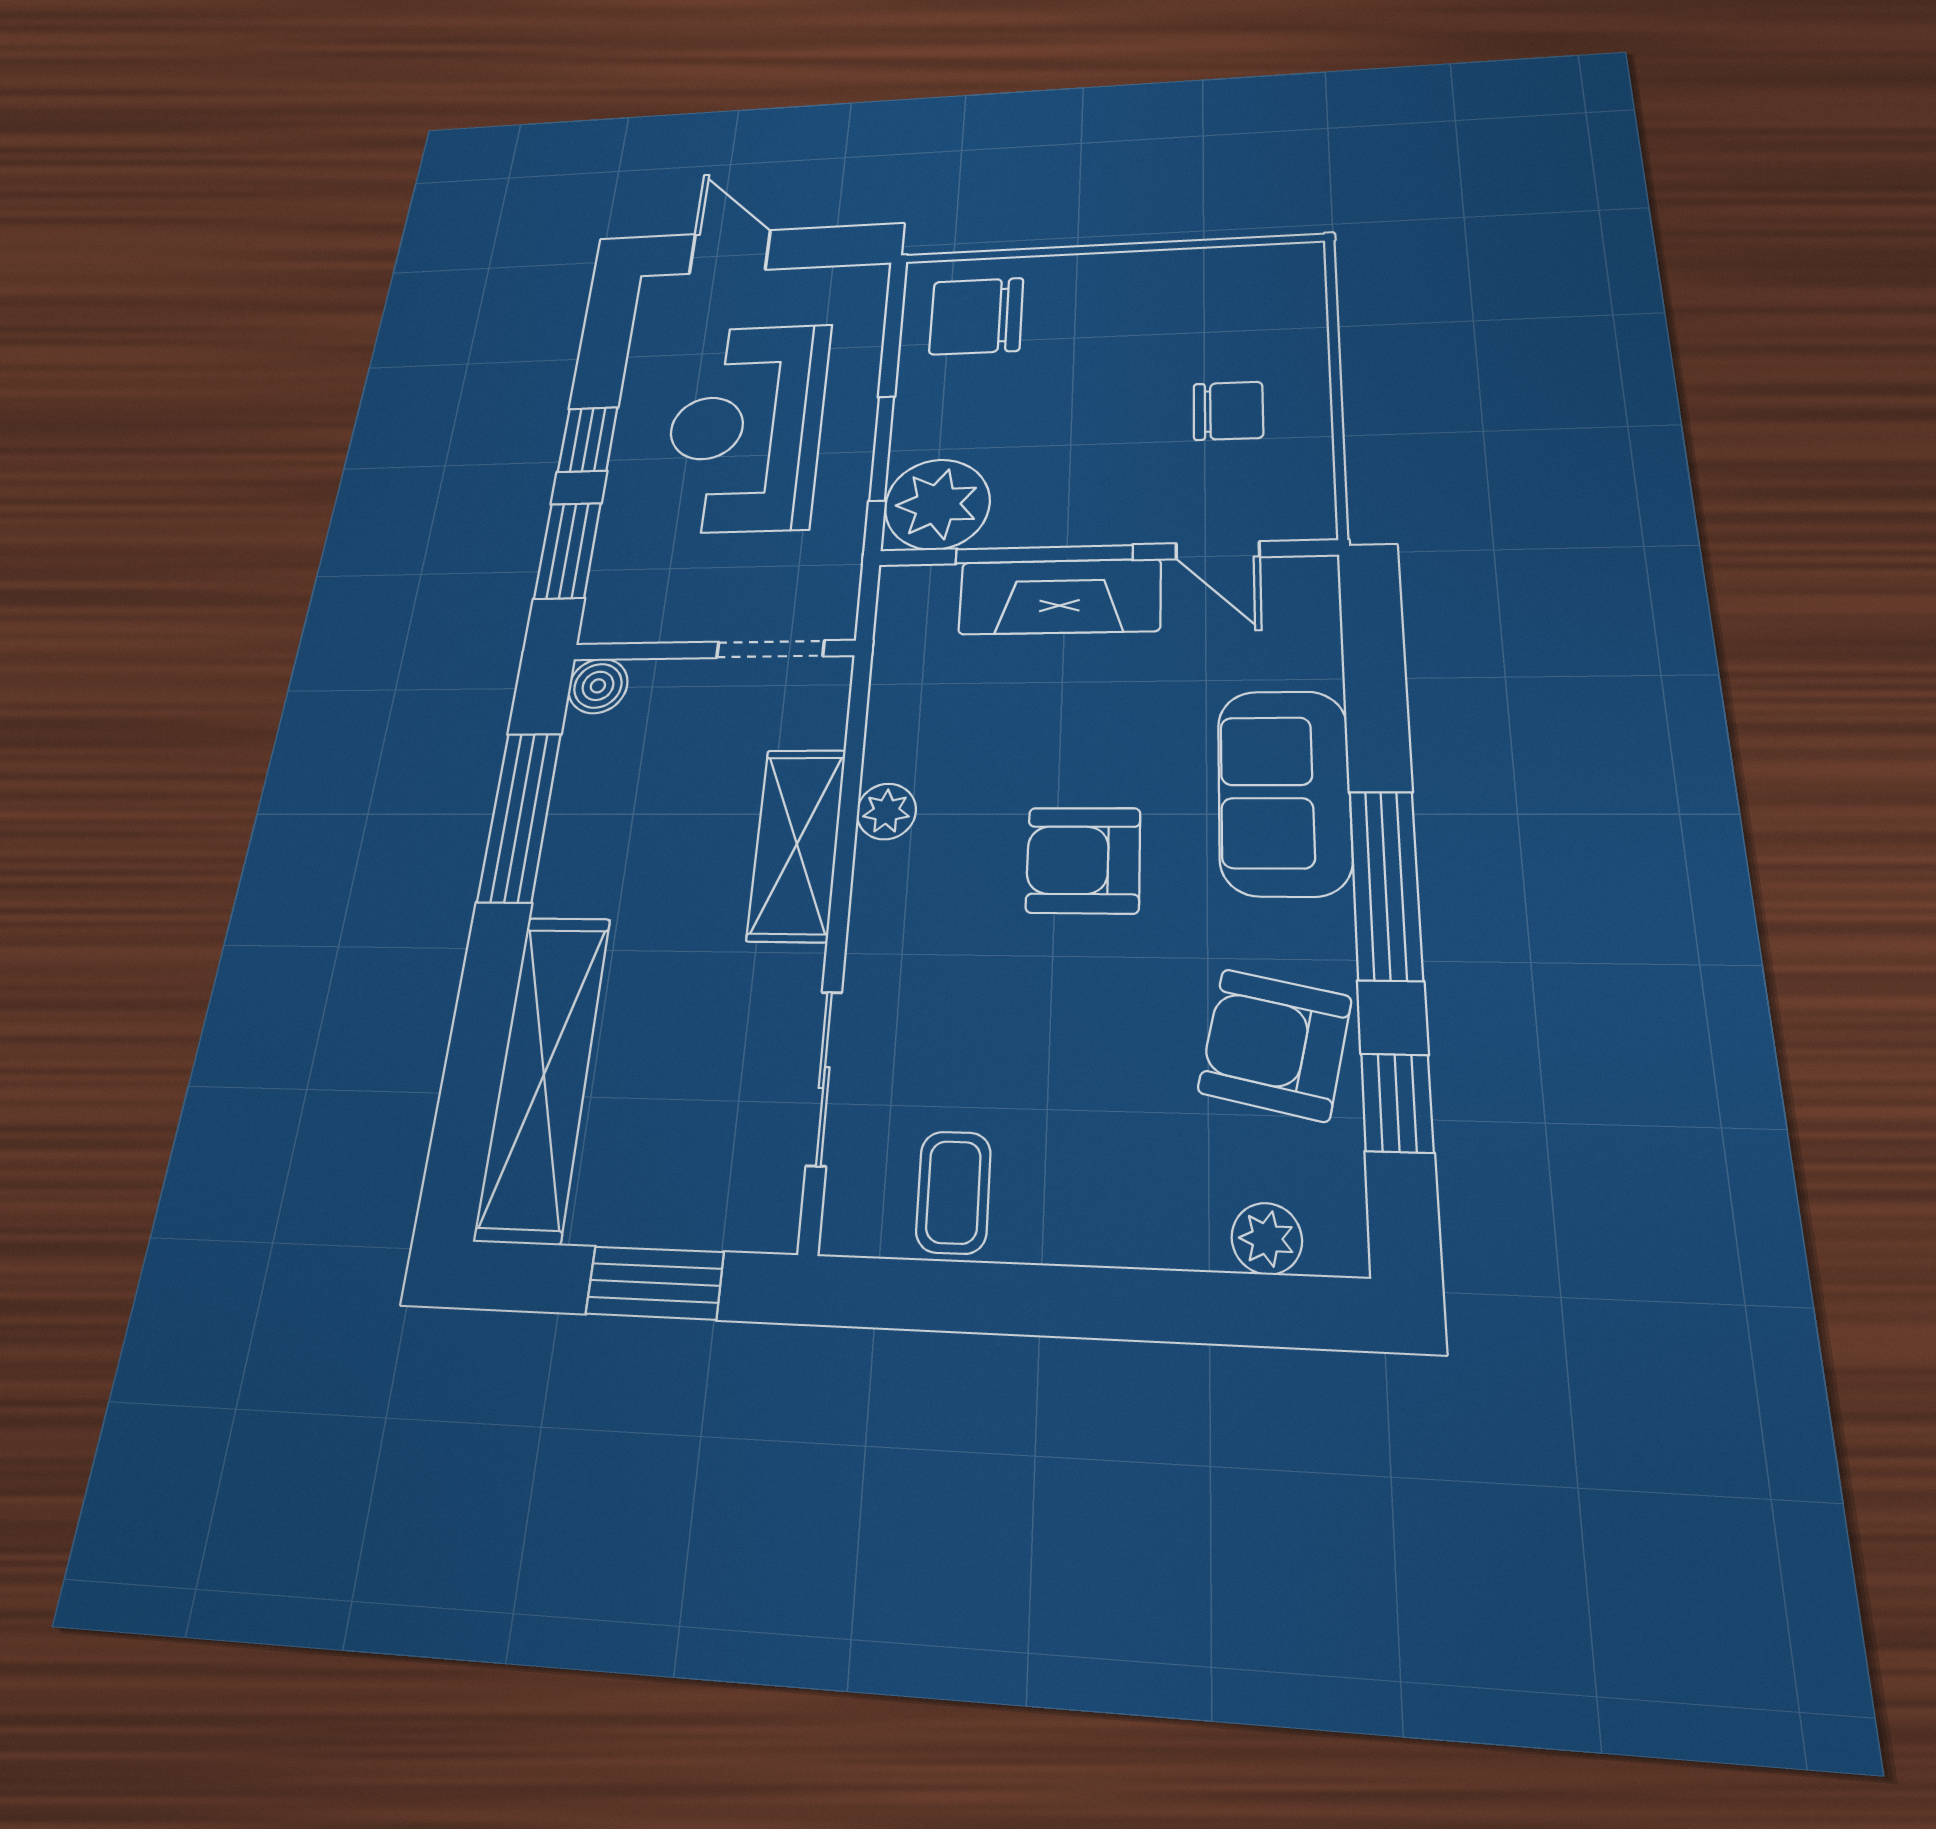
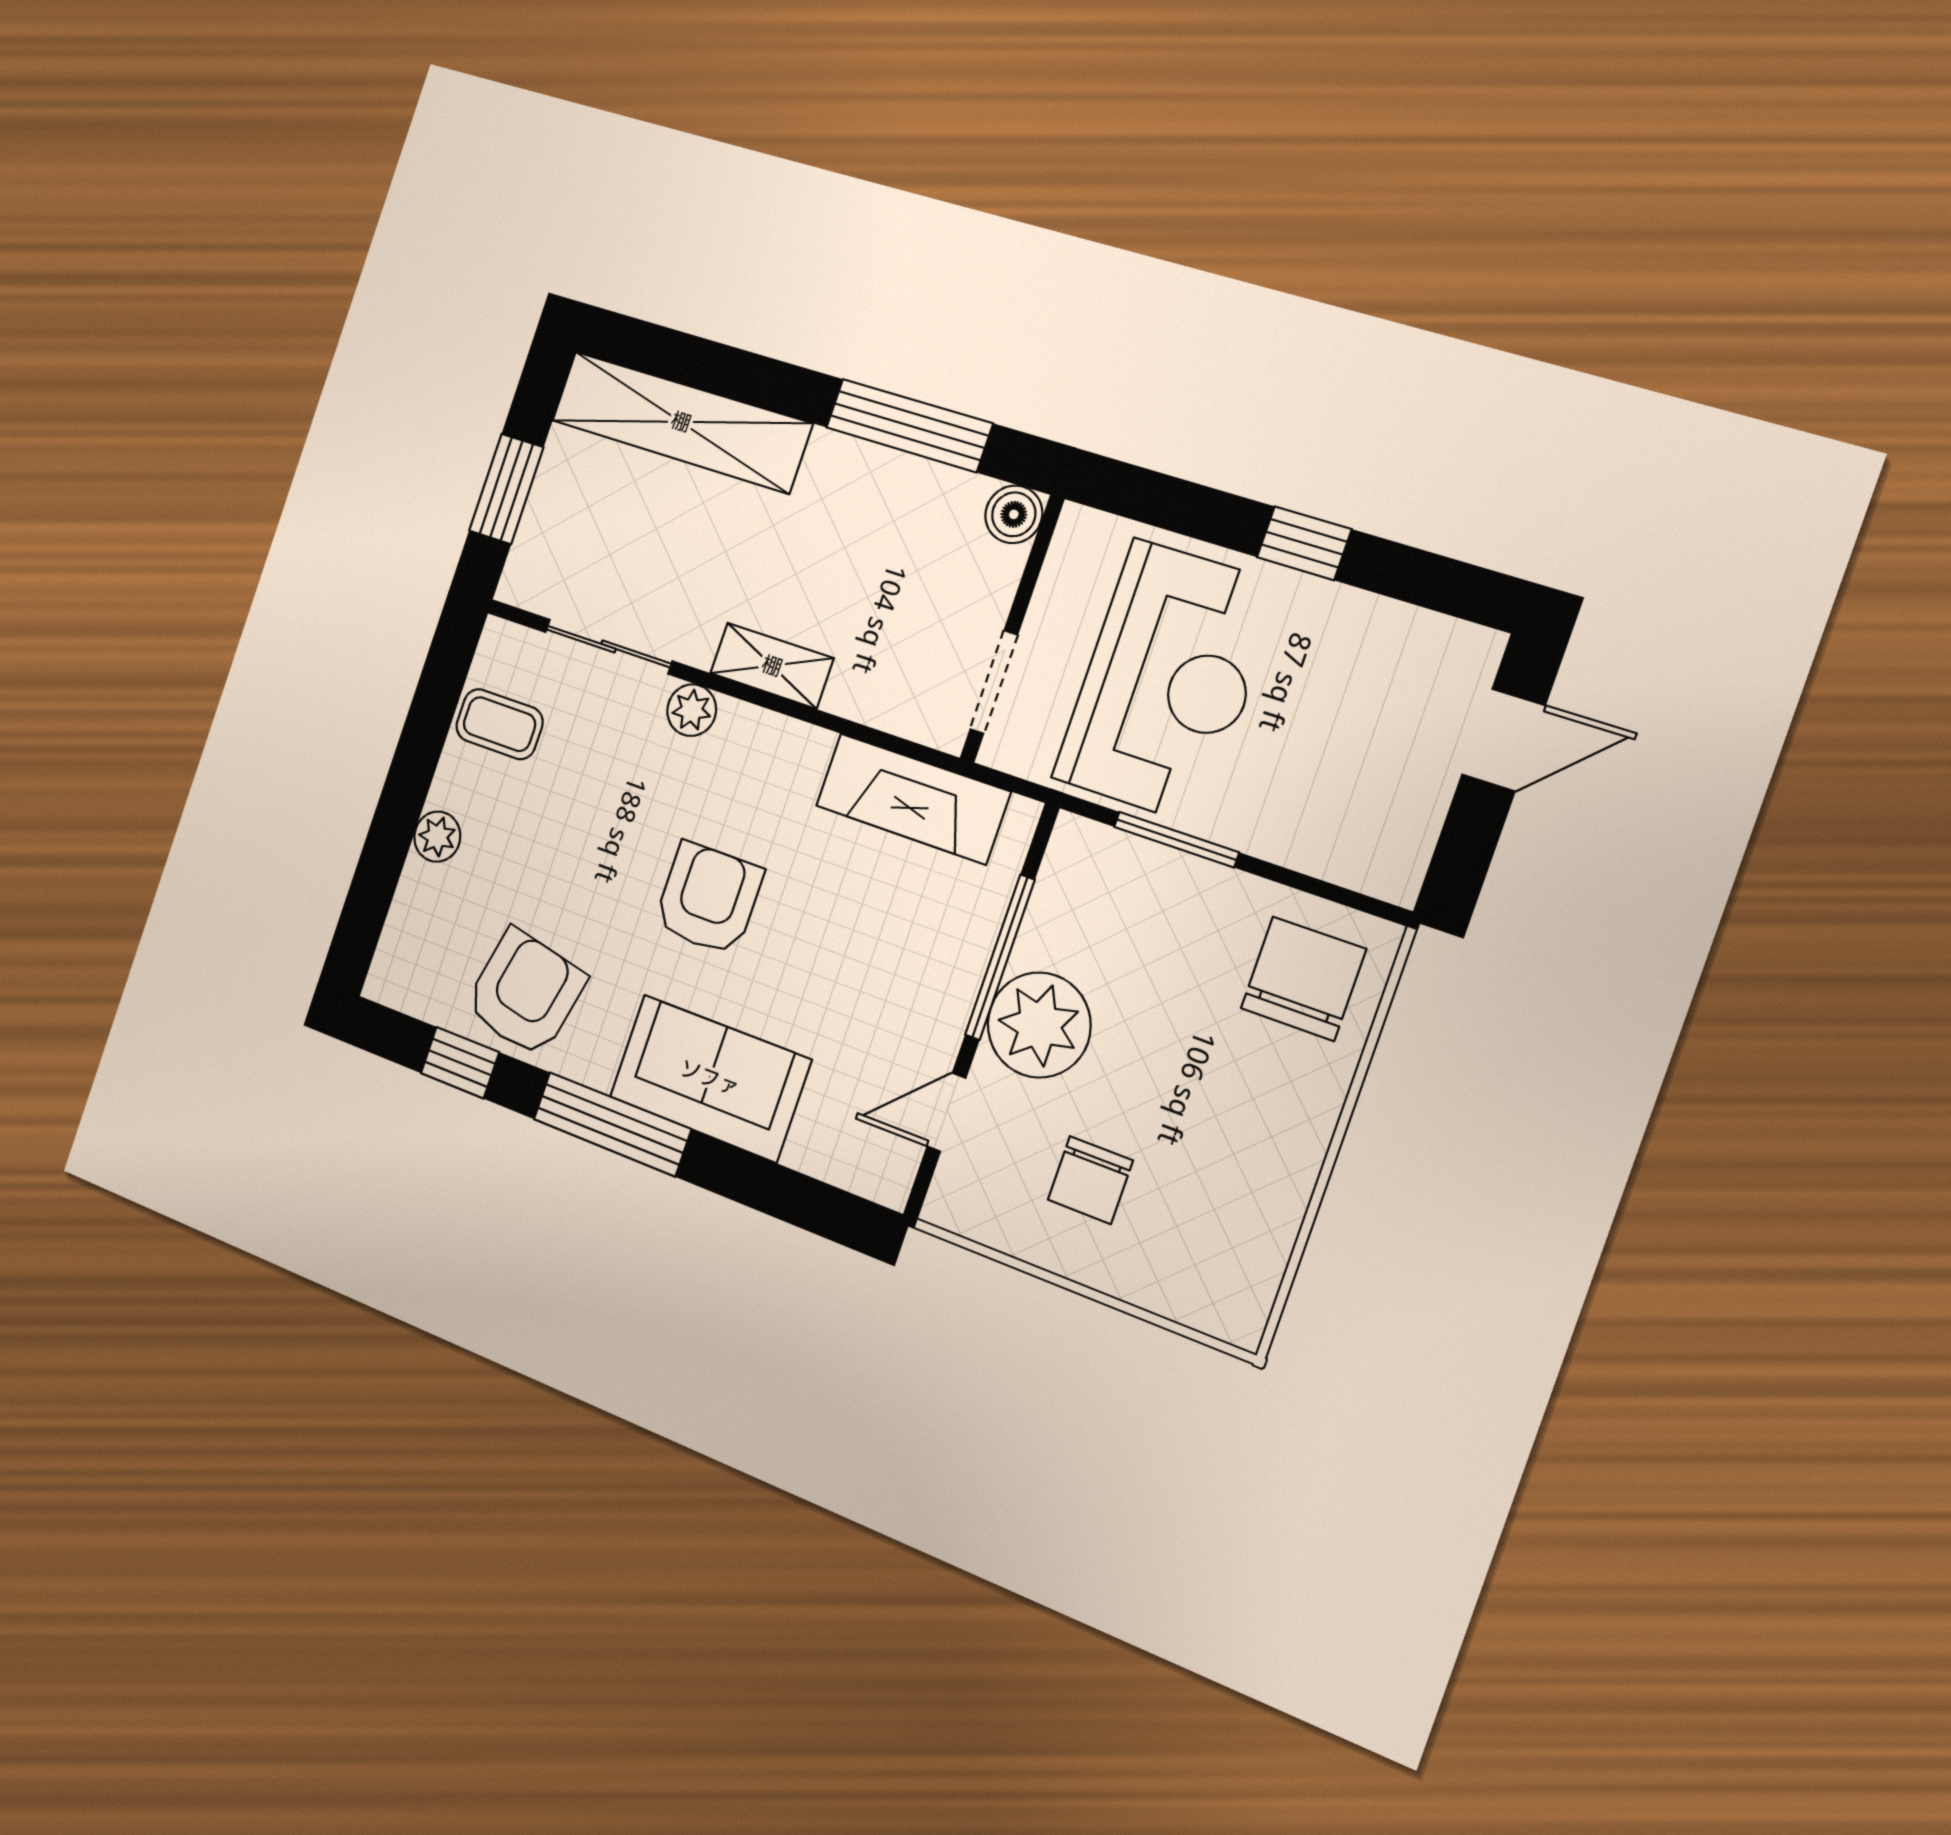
reception desk: (746, 427) -> (1167, 682), moved, turned 90
plant: (937, 504) -> (1039, 1025), moved
window: (568, 551) -> (1175, 505), removed
fireplace: (1060, 597) -> (913, 799), moved, turned -90
plant: (886, 811) -> (692, 710), moved
shelving: (797, 844) -> (772, 666), width x0.67, depth x0.75
plant: (1267, 1239) -> (437, 837), moved

